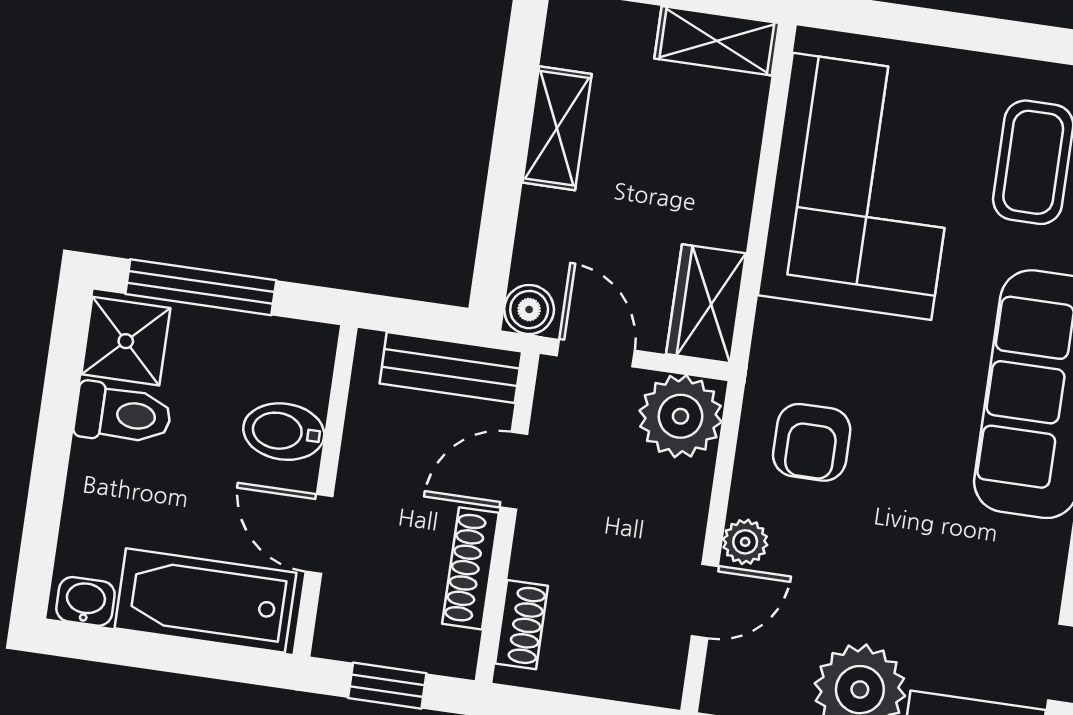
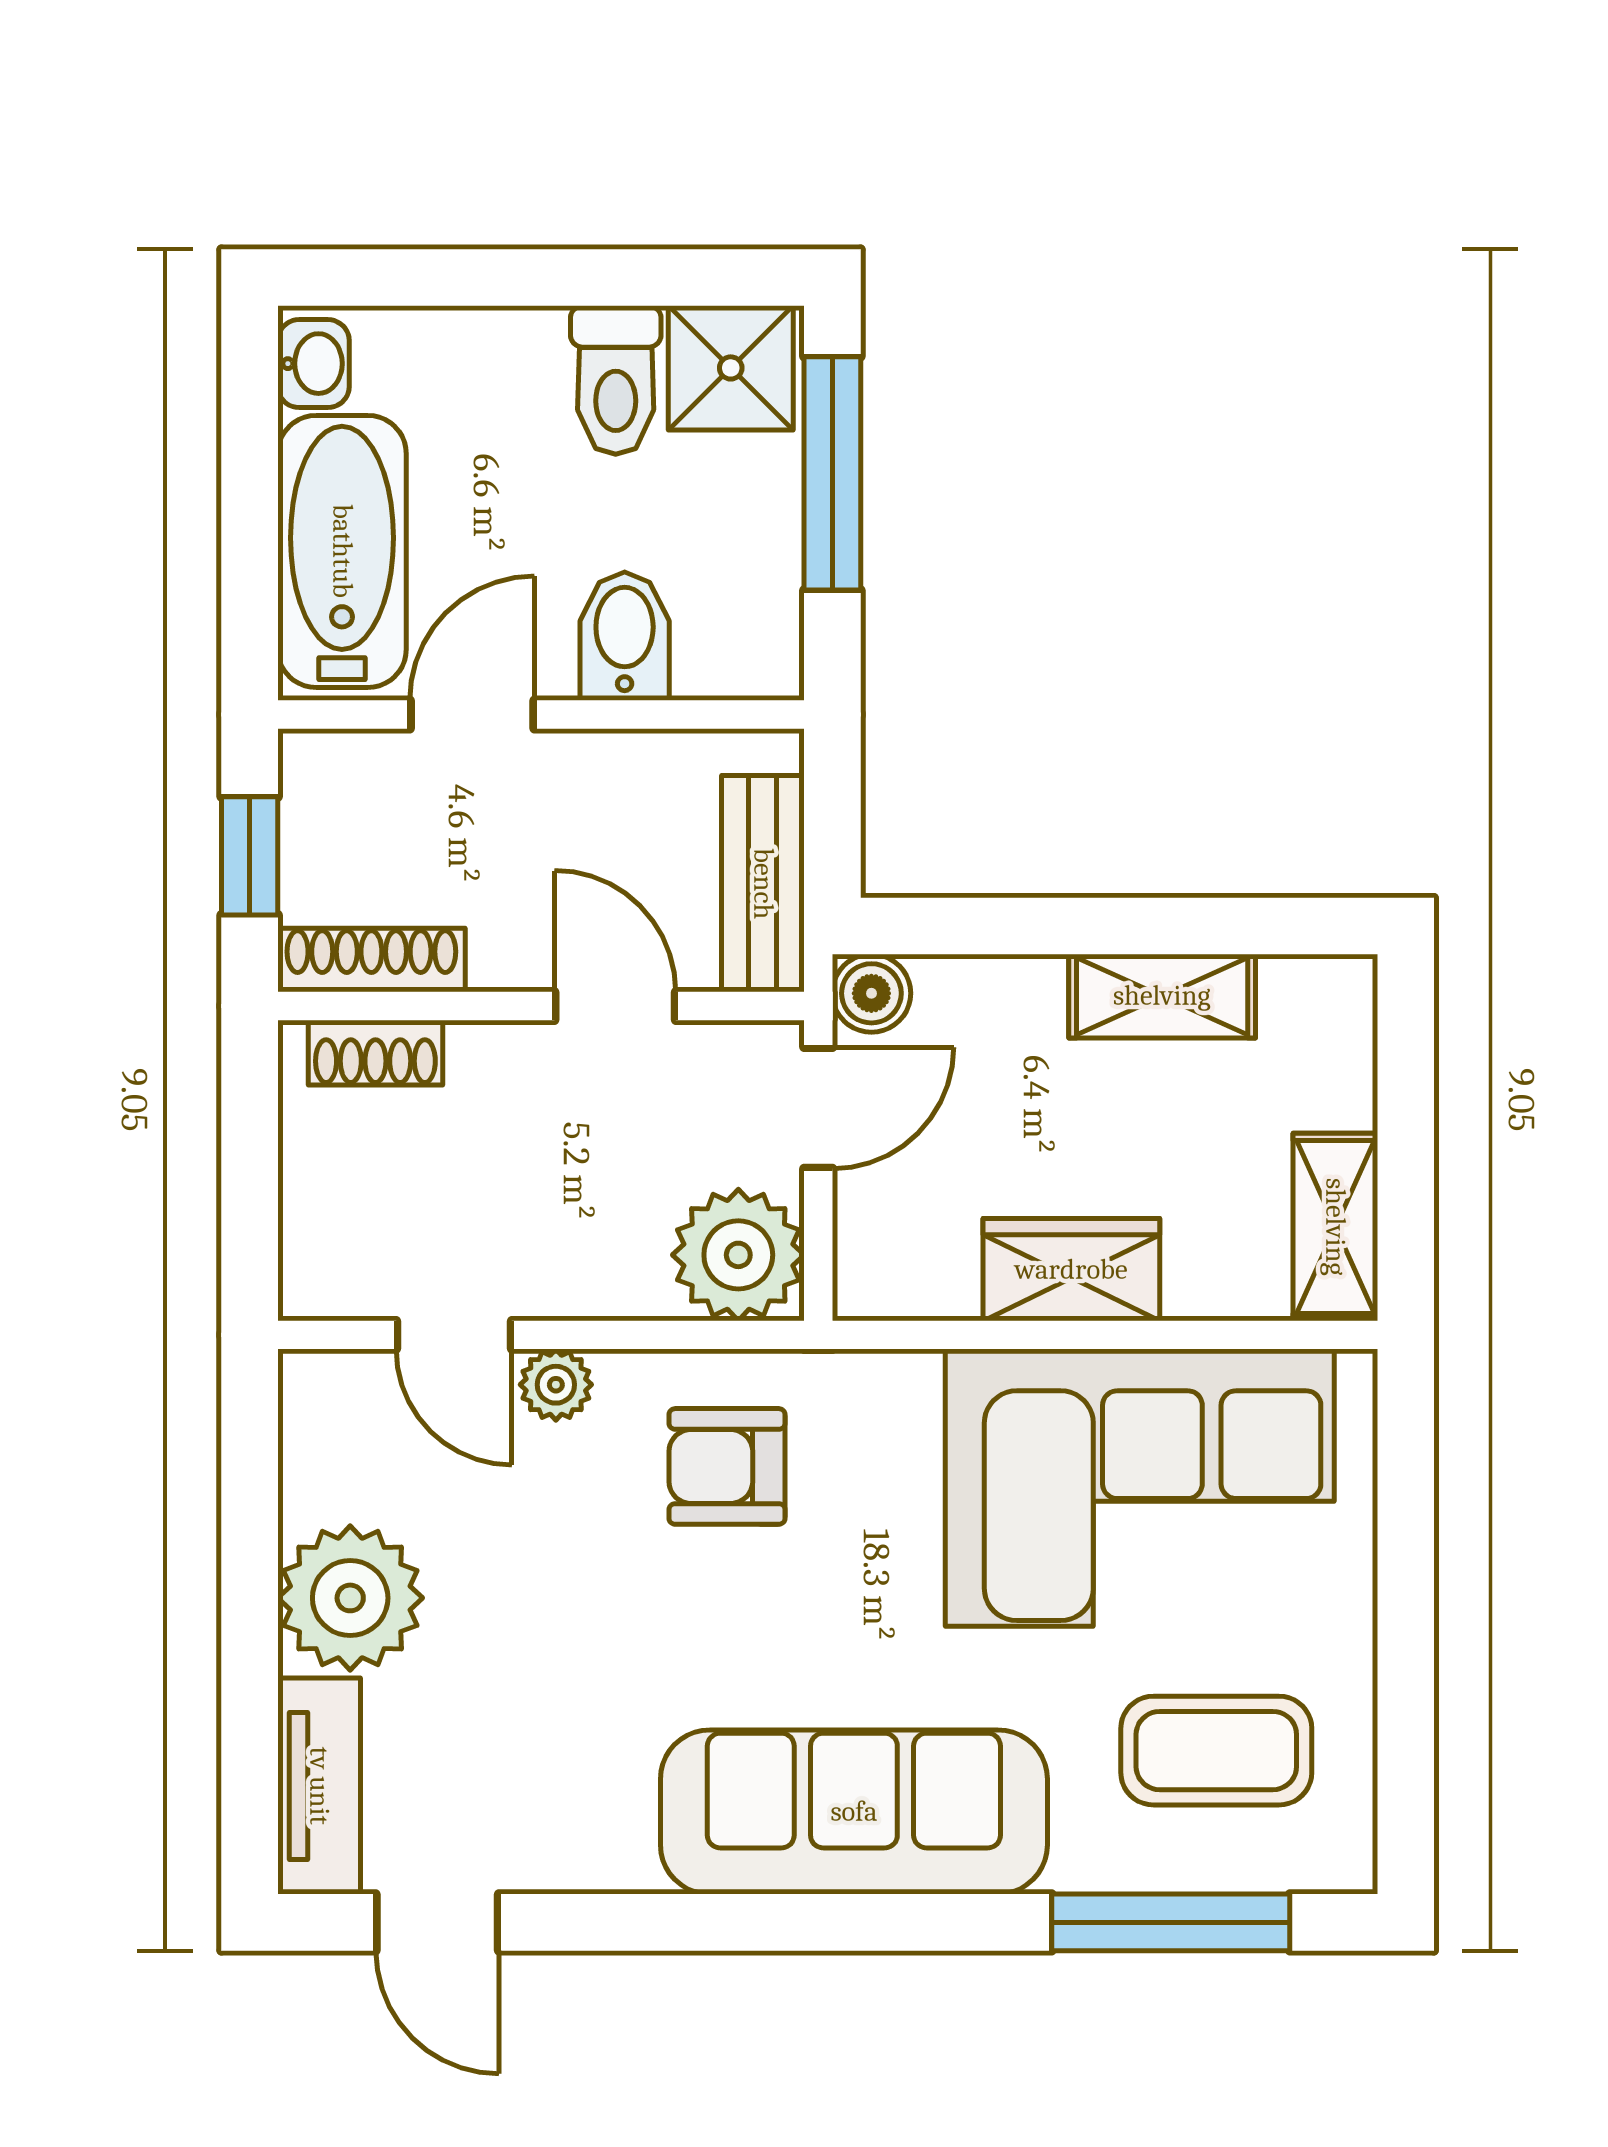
wardrobe: (706, 304) -> (1071, 1270), moved
shoe rack: (471, 568) -> (371, 960), moved

